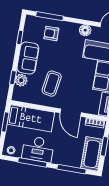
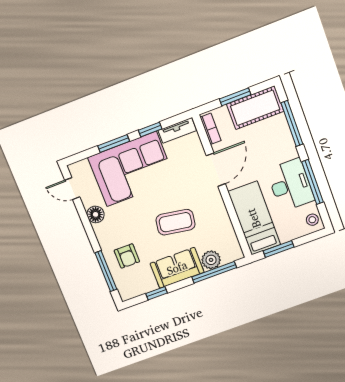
window: (13, 78) -> (214, 272), width x2.17
coffee table: (52, 84) -> (175, 222), moved

